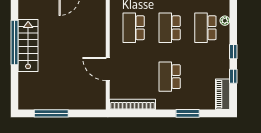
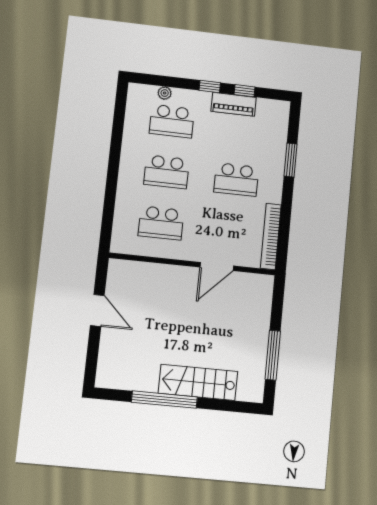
stairs: (28, 45) -> (198, 382), moved
piano: (223, 94) -> (234, 104), moved

